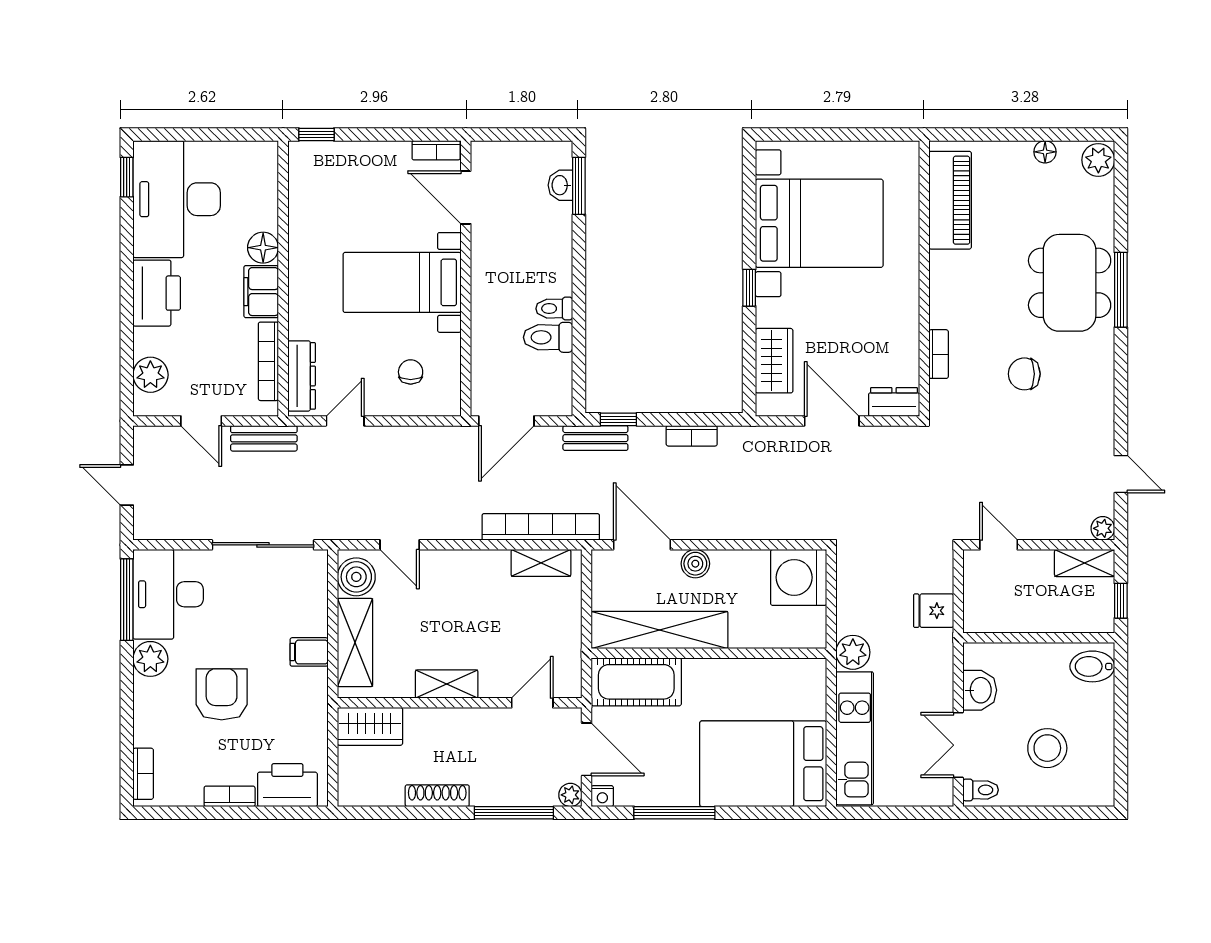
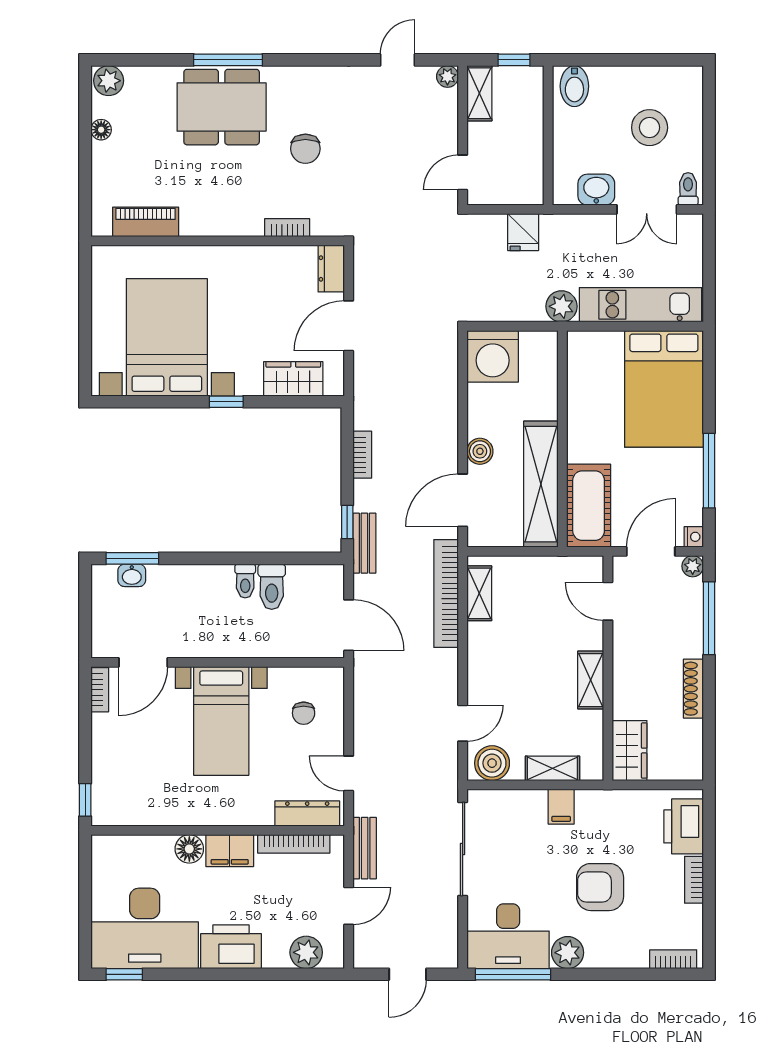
piano: (950, 200) -> (146, 222), width x0.73, depth x0.75
chair: (411, 372) -> (304, 713), turned -90
shelving: (355, 642) -> (552, 768), width x0.67, depth x0.75

